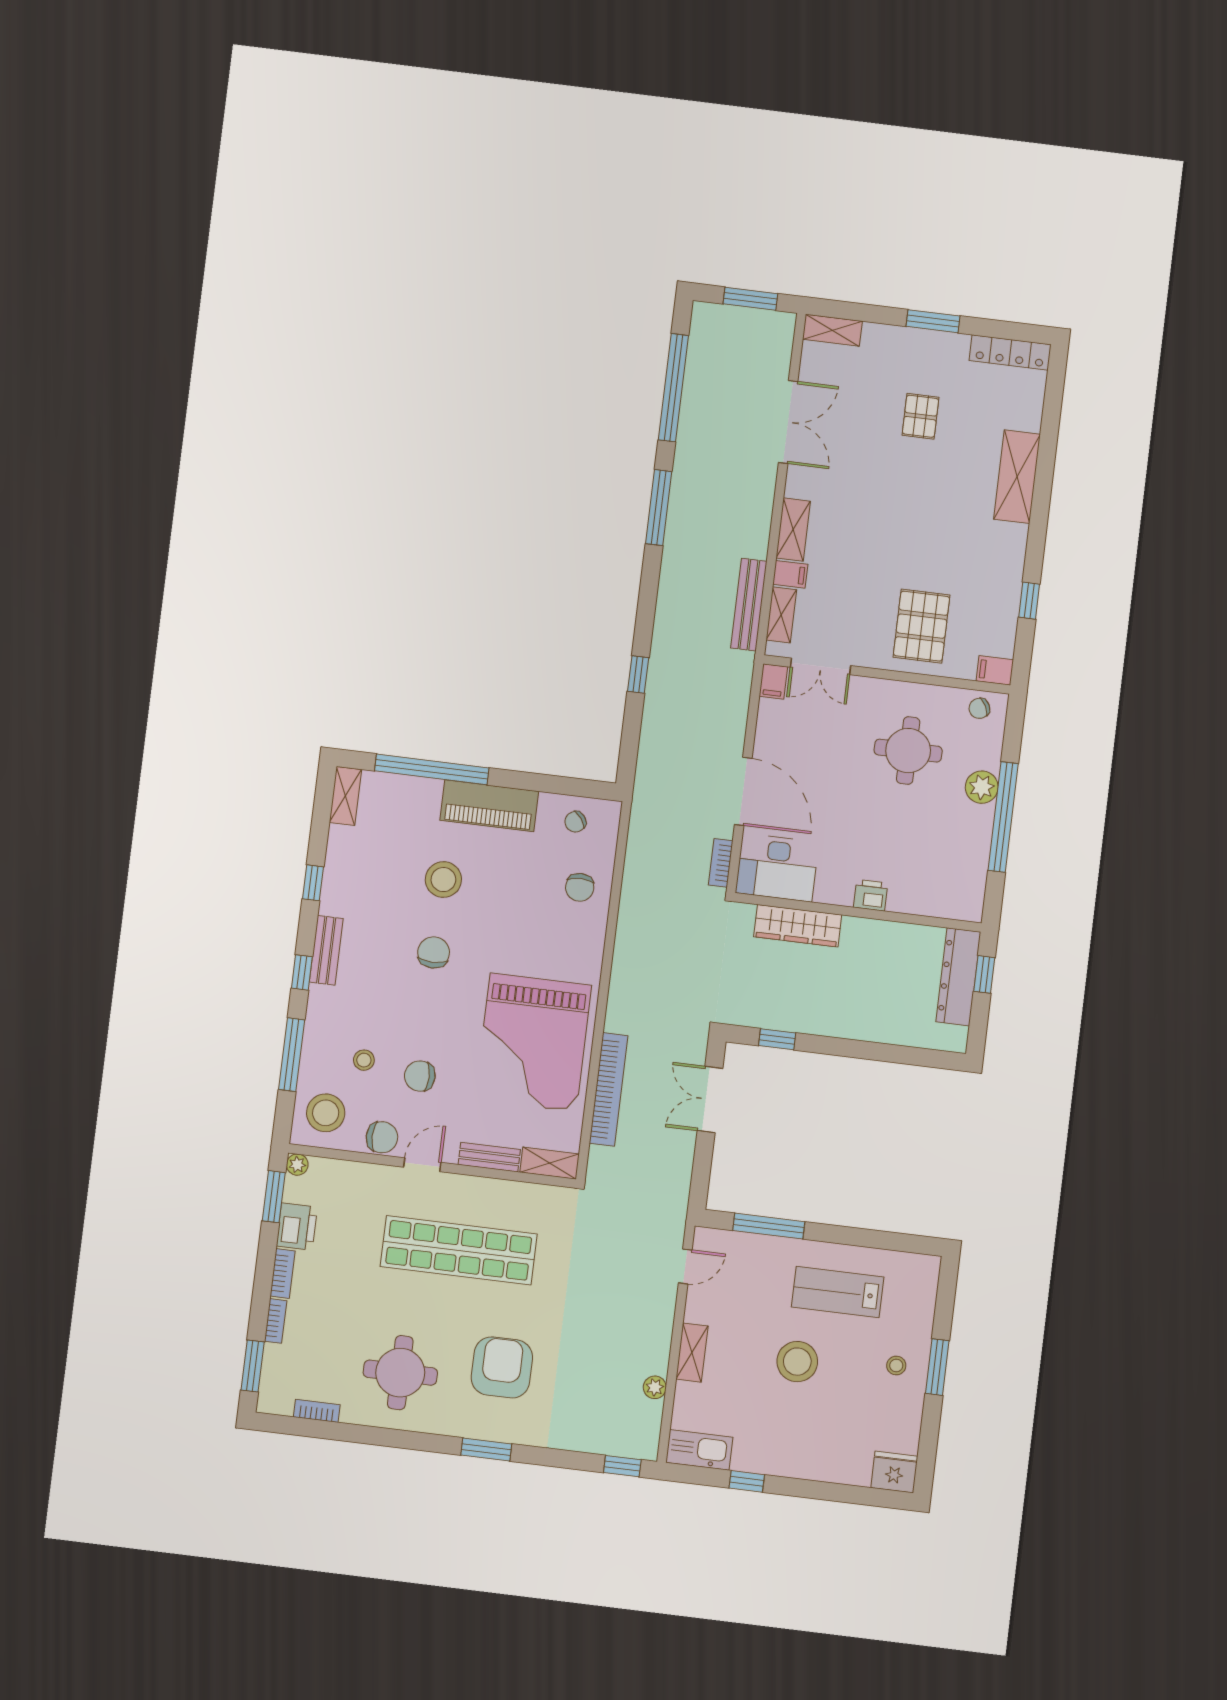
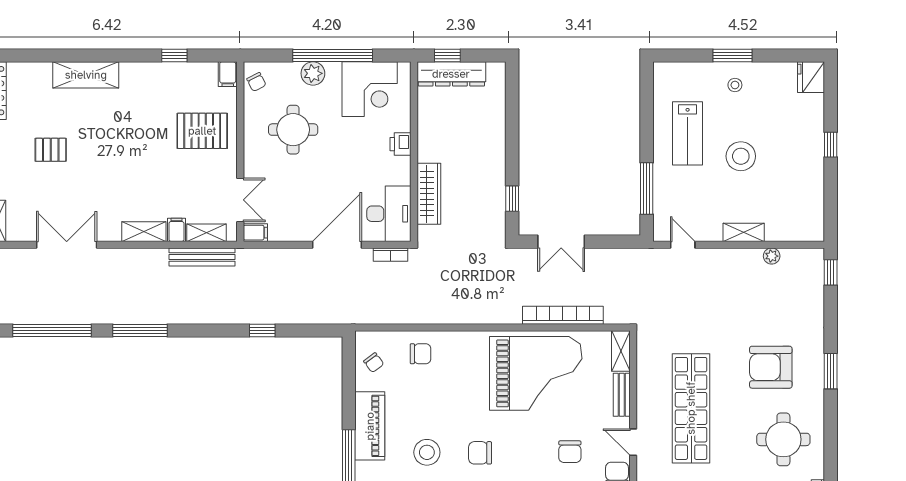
corner desk: (951, 862) -> (370, 89), added
kitchen sink: (699, 1450) -> (812, 219), removed
window: (747, 1481) -> (831, 145), moved

